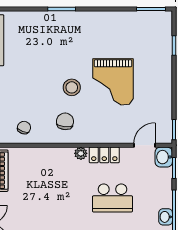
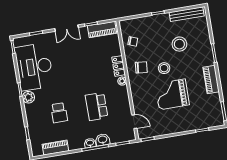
piano: (100, 20) -> (211, 80), added
stool: (40, 59) -> (179, 44), added
locker: (104, 155) -> (119, 66), moved
washbasin: (164, 157) -> (103, 140), moved

